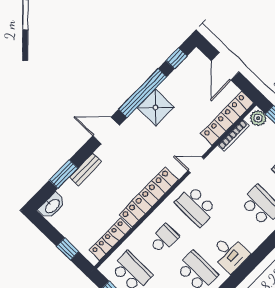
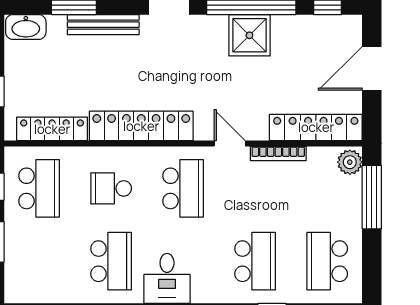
bookcase: (234, 135) -> (278, 153), moved
bench: (85, 169) -> (103, 25), width x1.36
school desk: (196, 206) -> (183, 188), turned 180
school desk: (164, 239) -> (111, 188), turned 180

